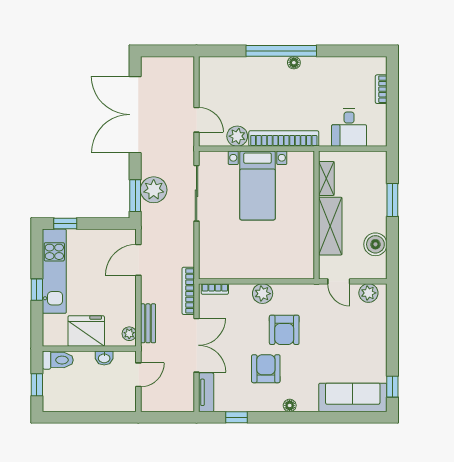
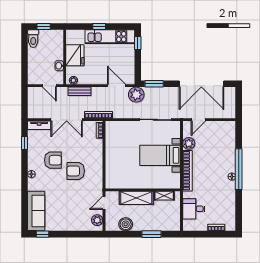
double door: (135, 115) -> (201, 84), swing flipped
plant: (154, 190) -> (136, 95), moved
plant: (263, 294) -> (97, 158), removed
toilet: (58, 360) -> (33, 39), moved

